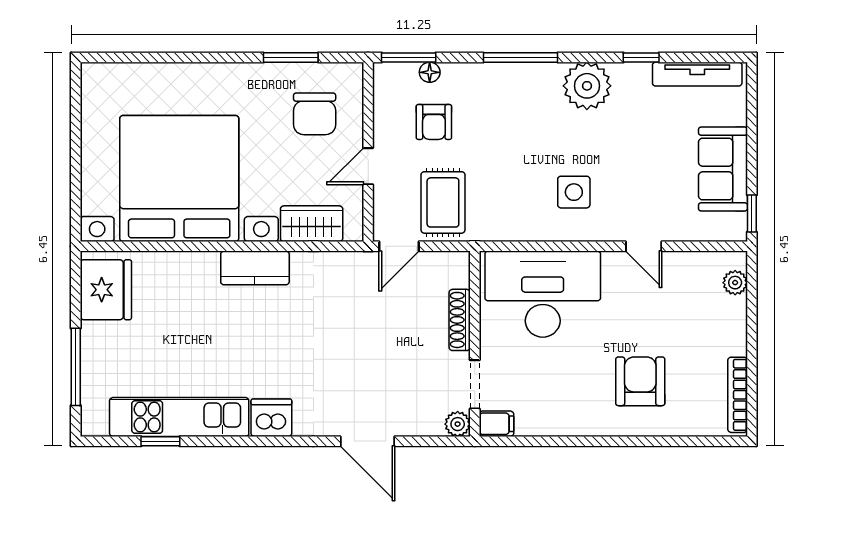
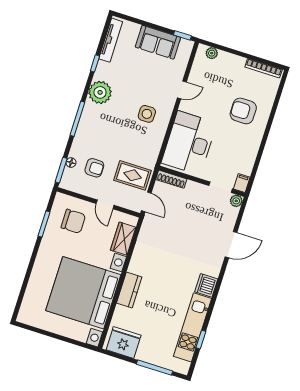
kitchen counter: (255, 268) -> (129, 290), moved
shoe rack: (460, 320) -> (171, 179), moved

